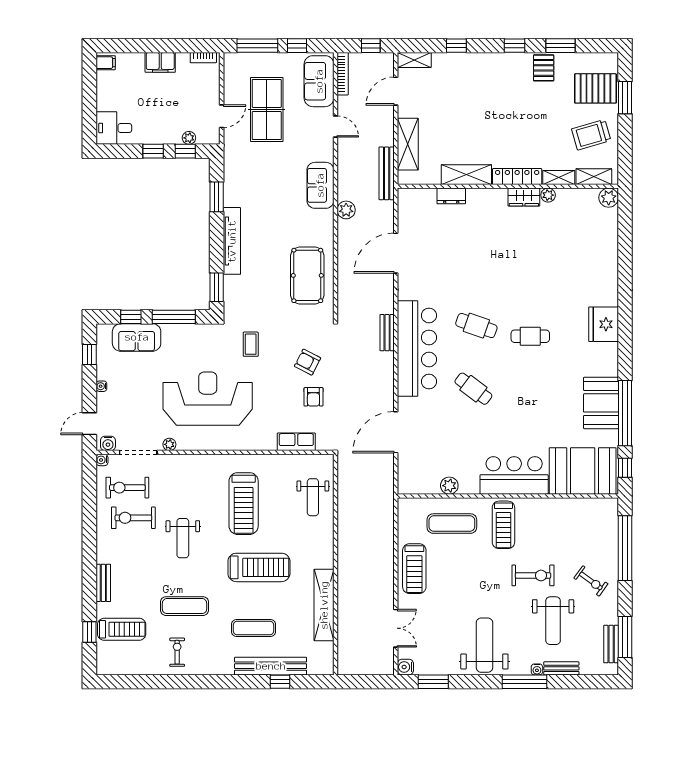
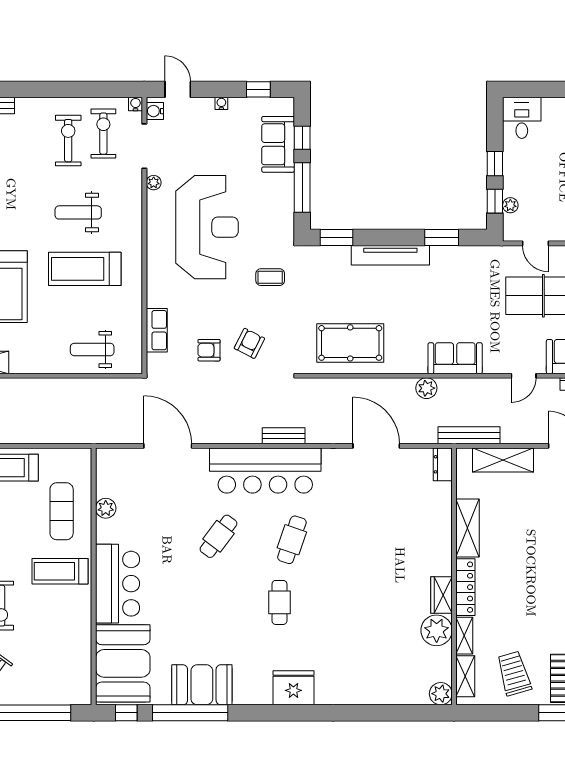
plant: (548, 195) -> (437, 630), width x1.87, depth x1.87
dresser: (451, 196) -> (443, 464), moved
weight bench: (183, 538) -> (78, 212), moved

